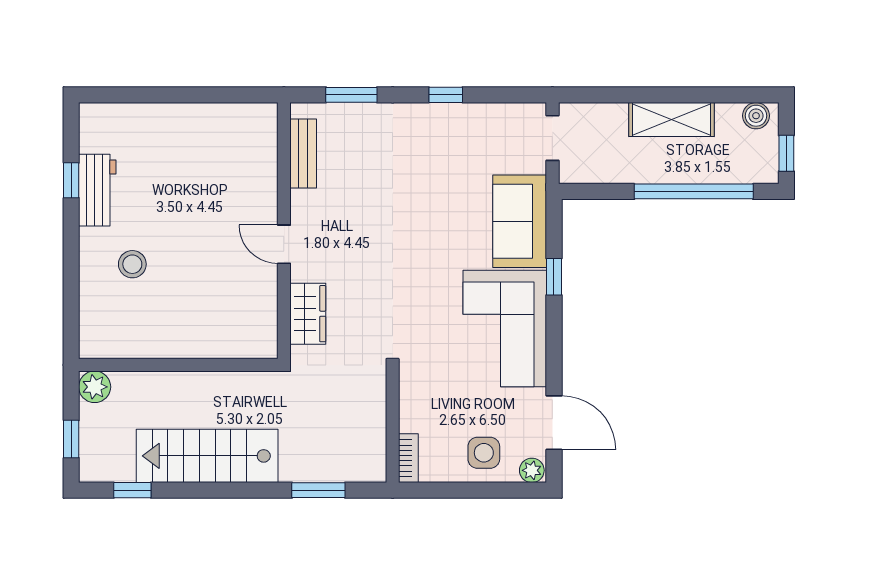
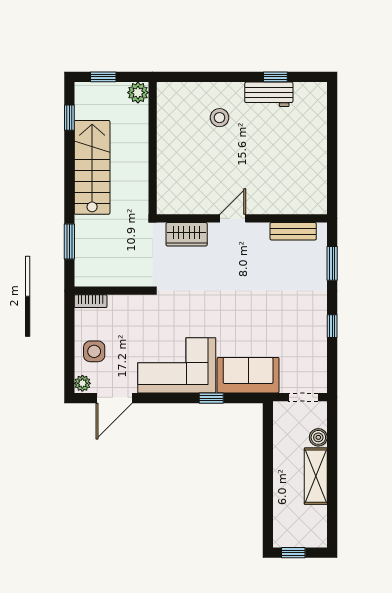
boiler: (756, 116) -> (318, 437), moved
window: (694, 191) -> (268, 491), removed

